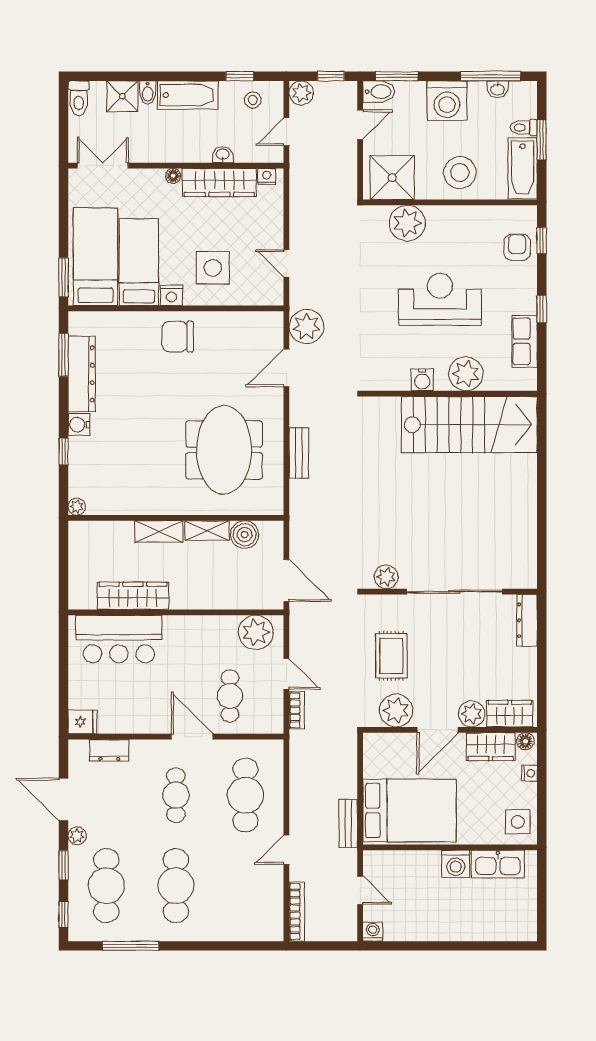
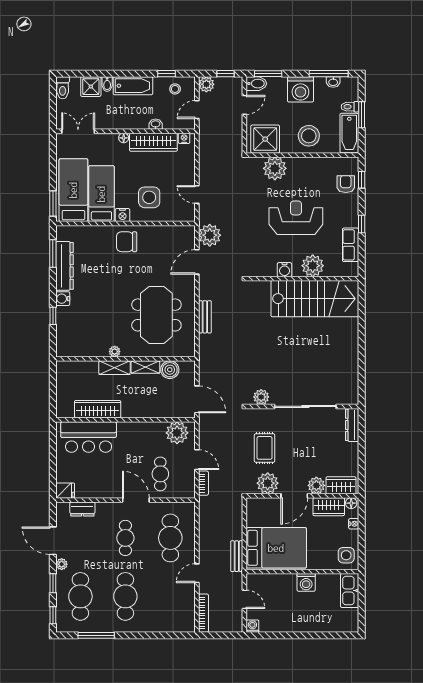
plant: (77, 507) -> (115, 352), moved
kitchen sink: (498, 864) -> (350, 591), moved, turned 90

